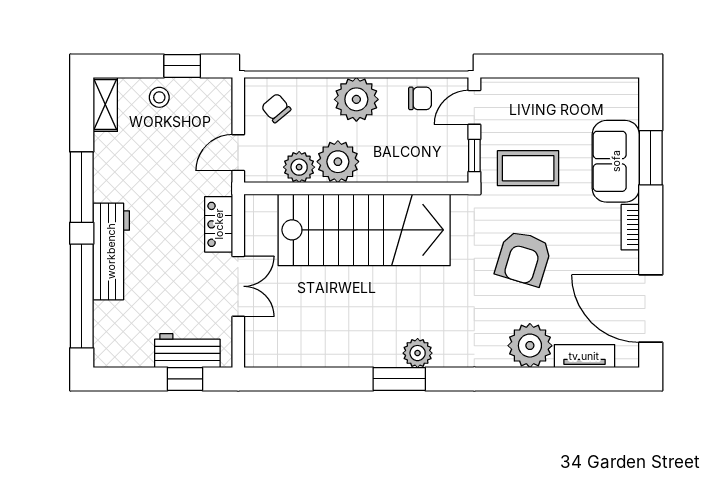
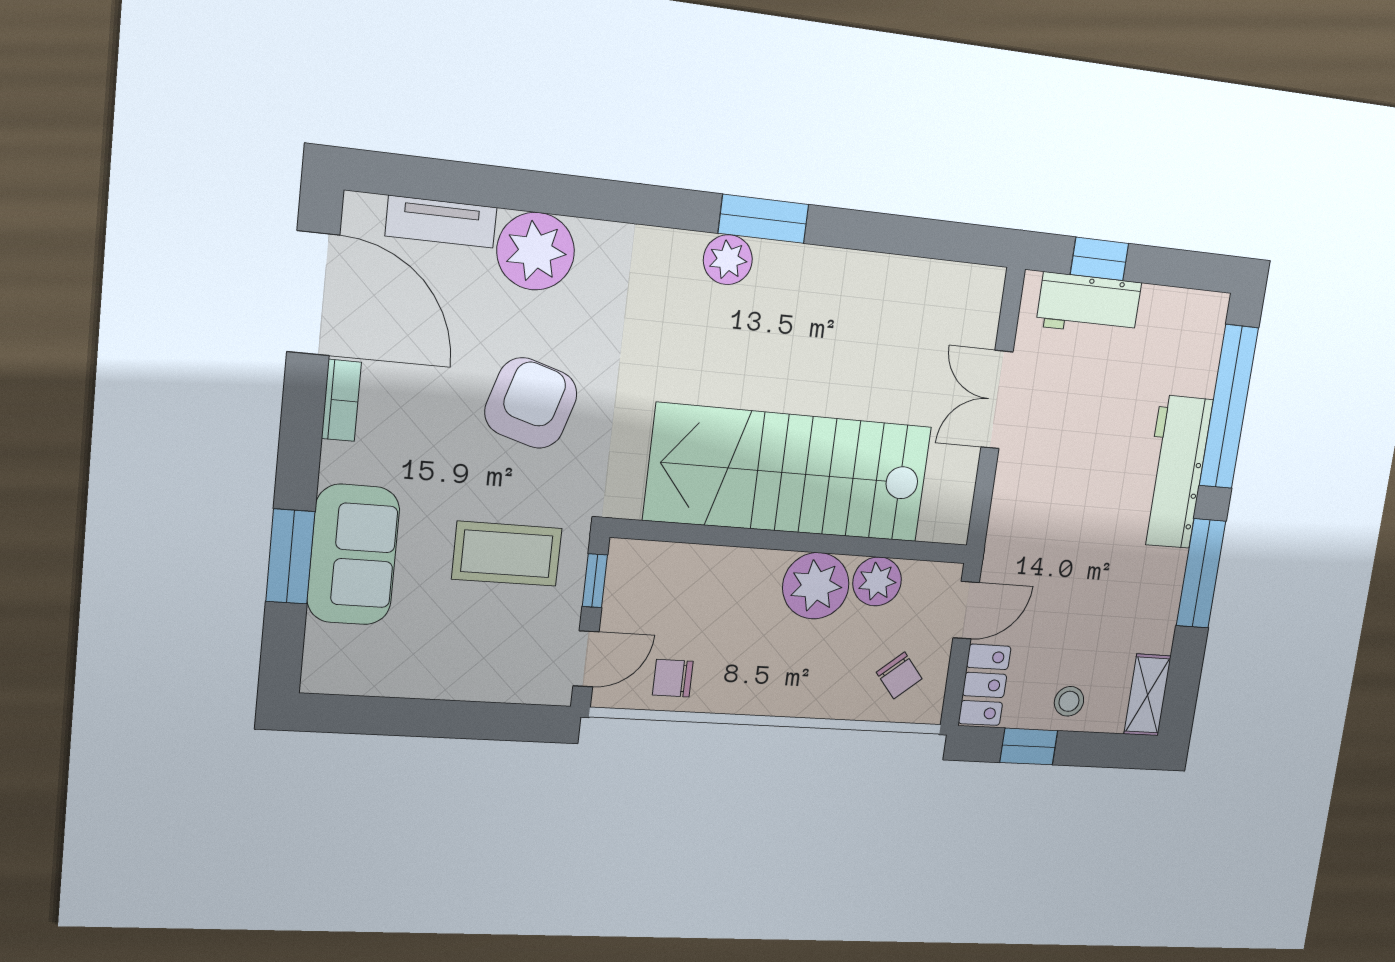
plant: (356, 99) -> (774, 682), removed
locker: (219, 224) -> (985, 685), moved
bookcase: (630, 227) -> (341, 400), moved

